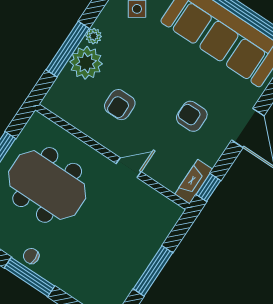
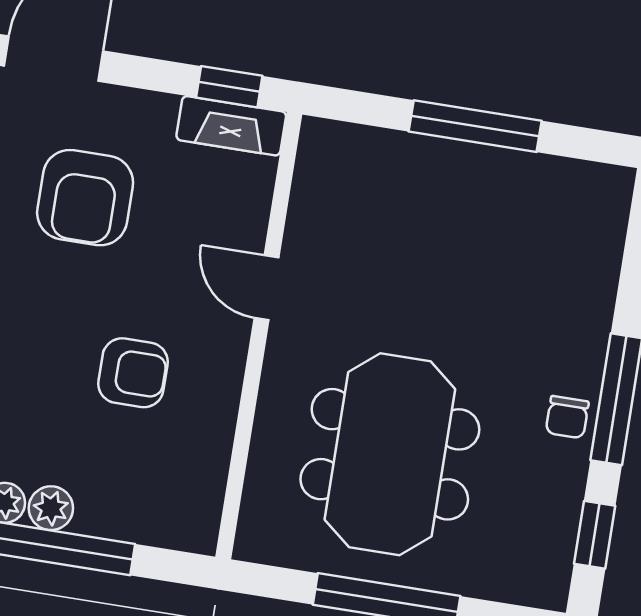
plant: (86, 63) -> (51, 508), width x0.53, depth x0.53
armchair: (192, 116) -> (85, 198), width x1.38, depth x1.38

